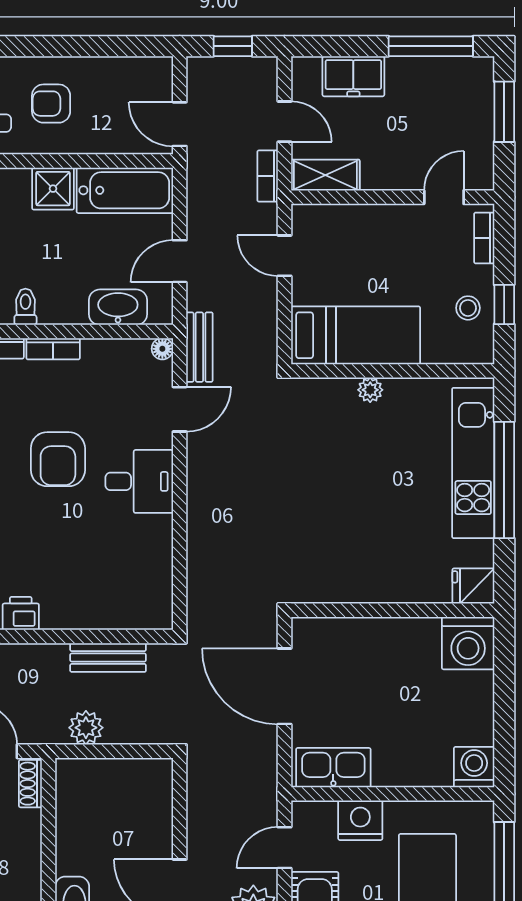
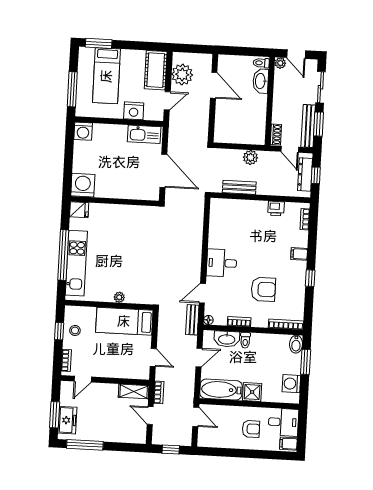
freezer: (353, 76) -> (67, 420), moved, turned 90
toilet: (25, 307) -> (245, 340), moved
bookcase: (53, 349) -> (239, 322), moved
armchair: (58, 459) -> (263, 289), moved, turned 90

